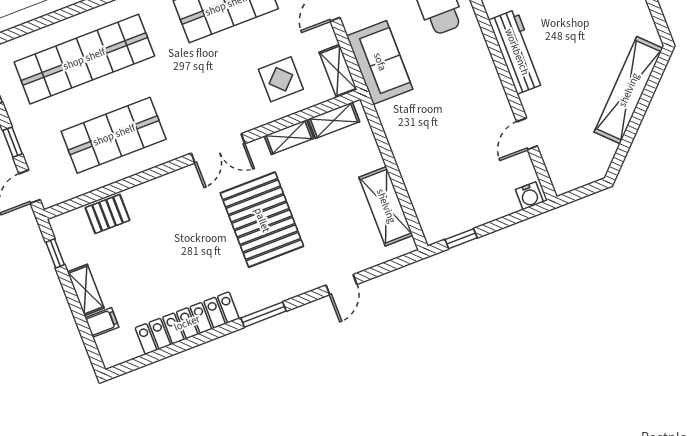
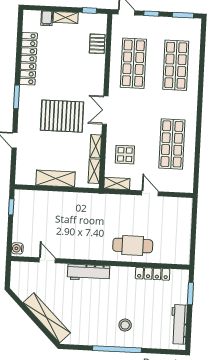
shop shelf: (84, 59) -> (176, 65), width x0.71
sofa: (380, 62) -> (112, 205), removed
shelving: (386, 206) -> (55, 179), moved

